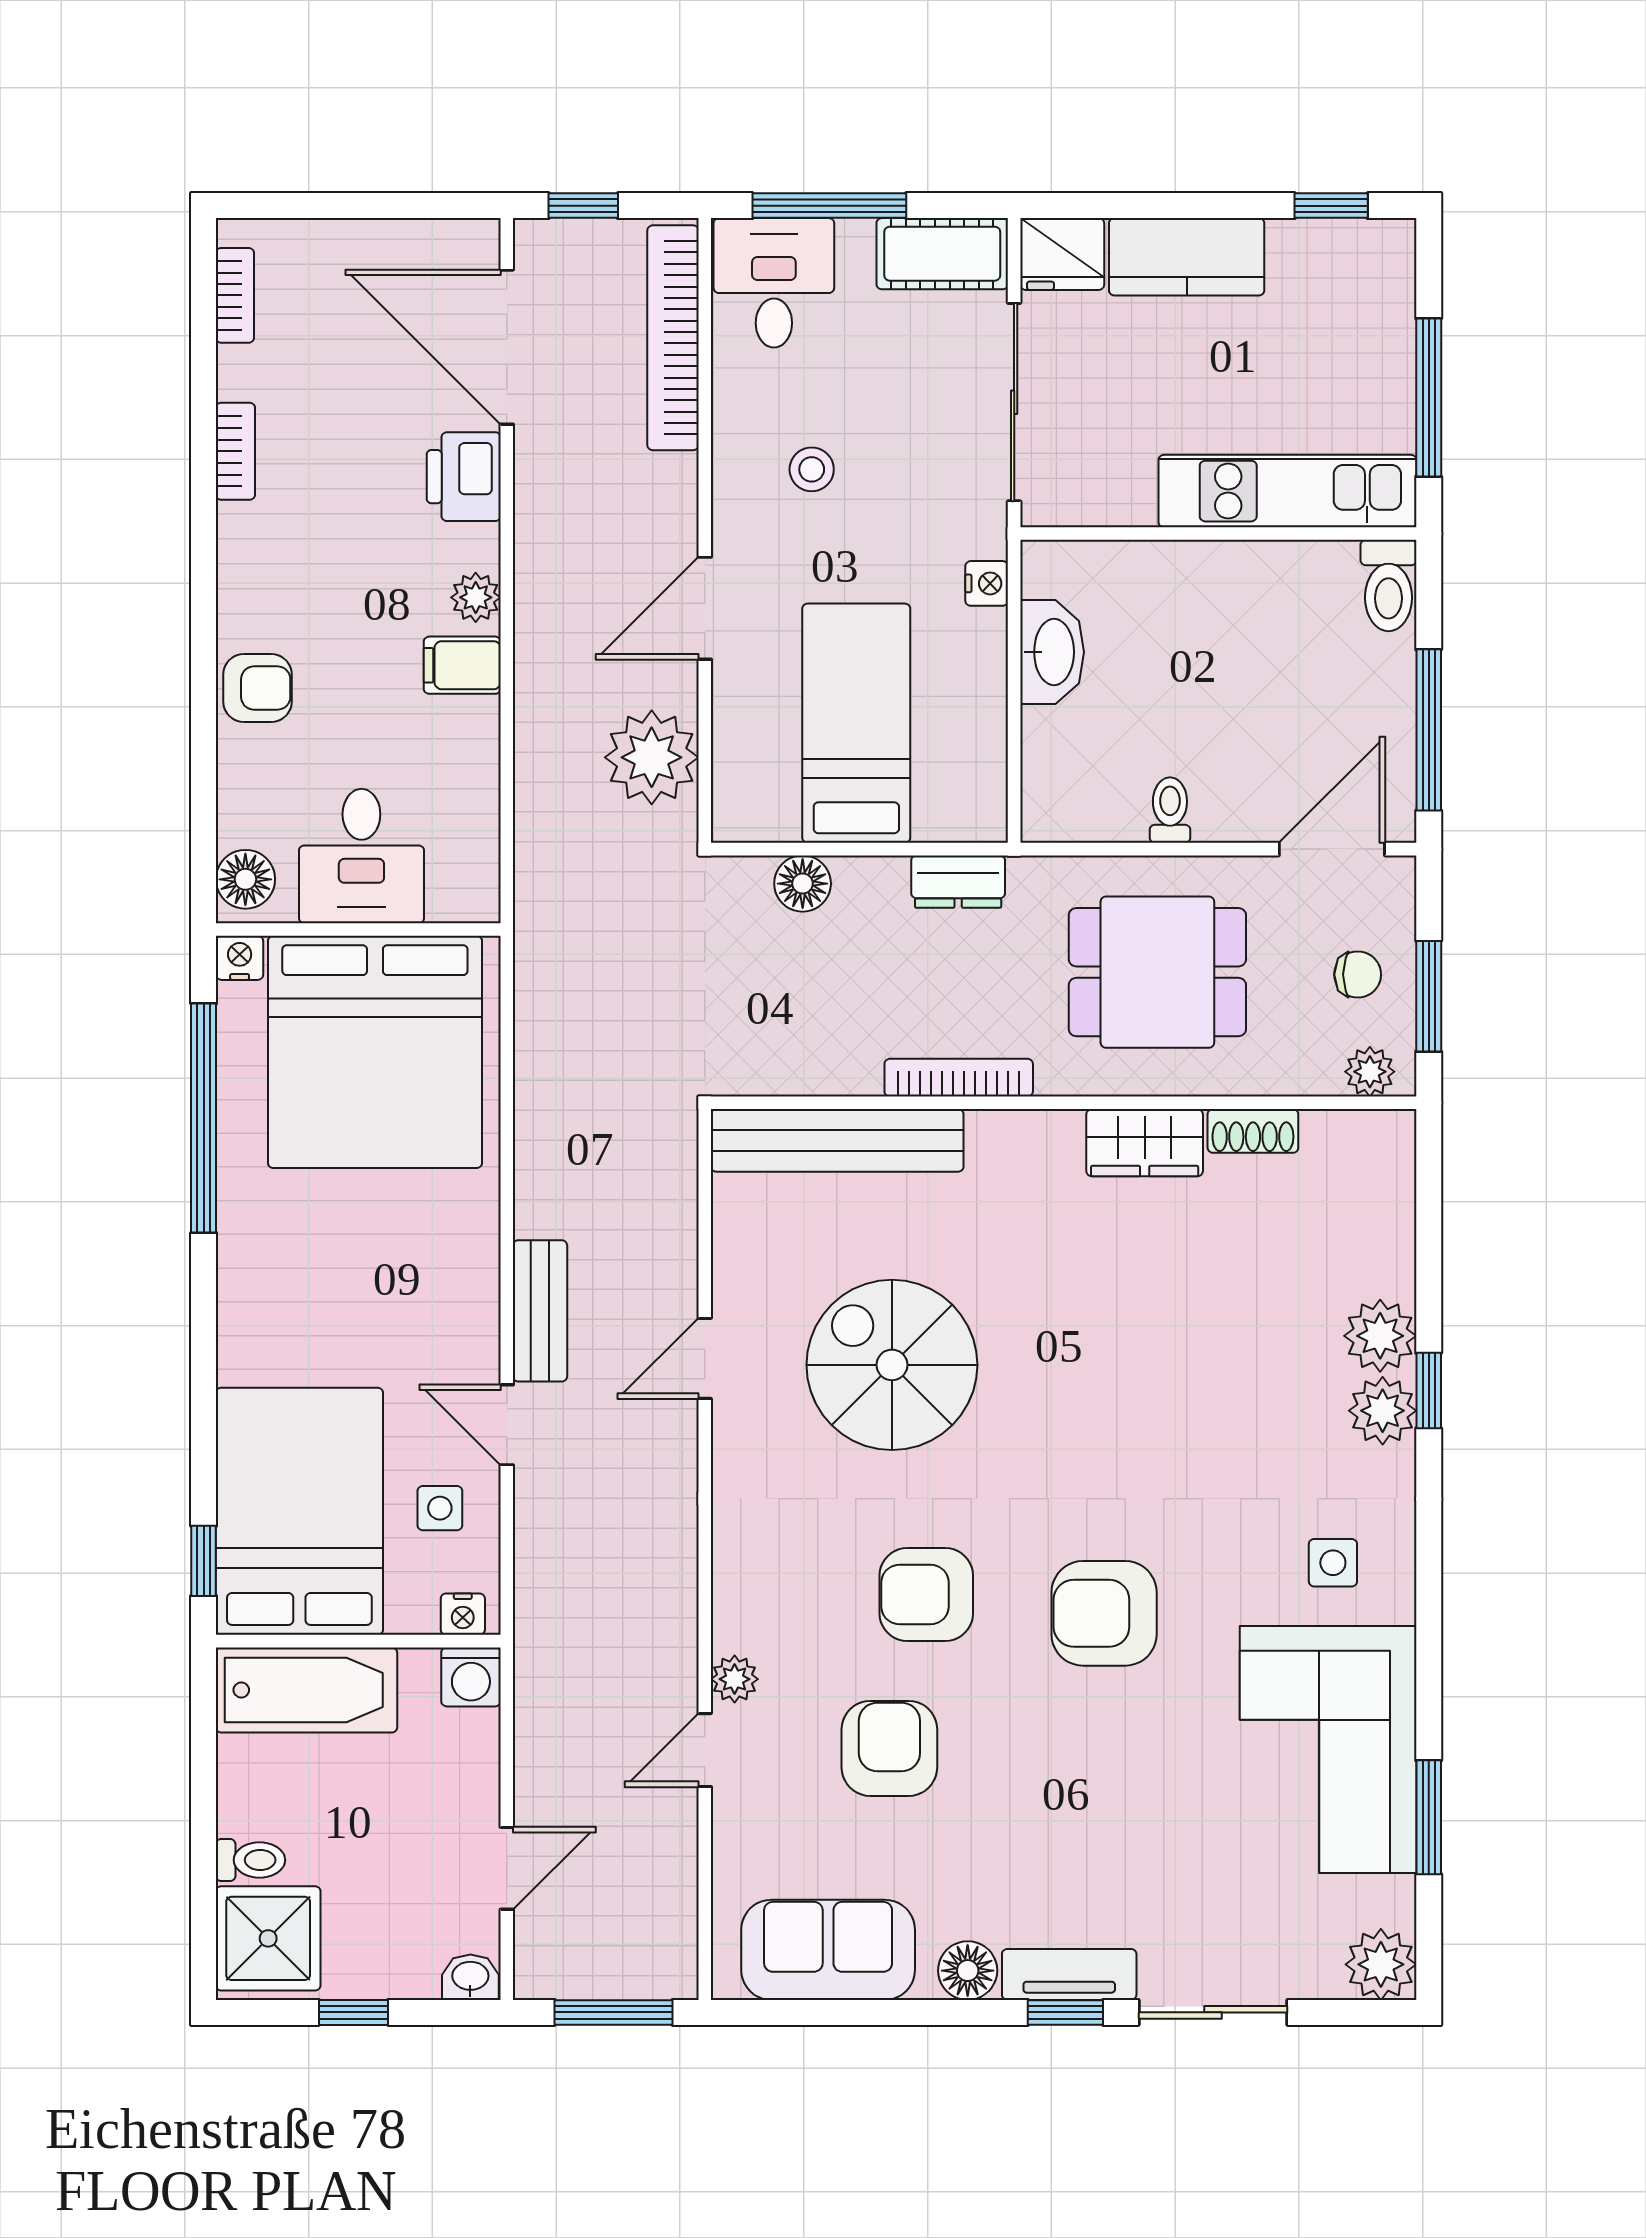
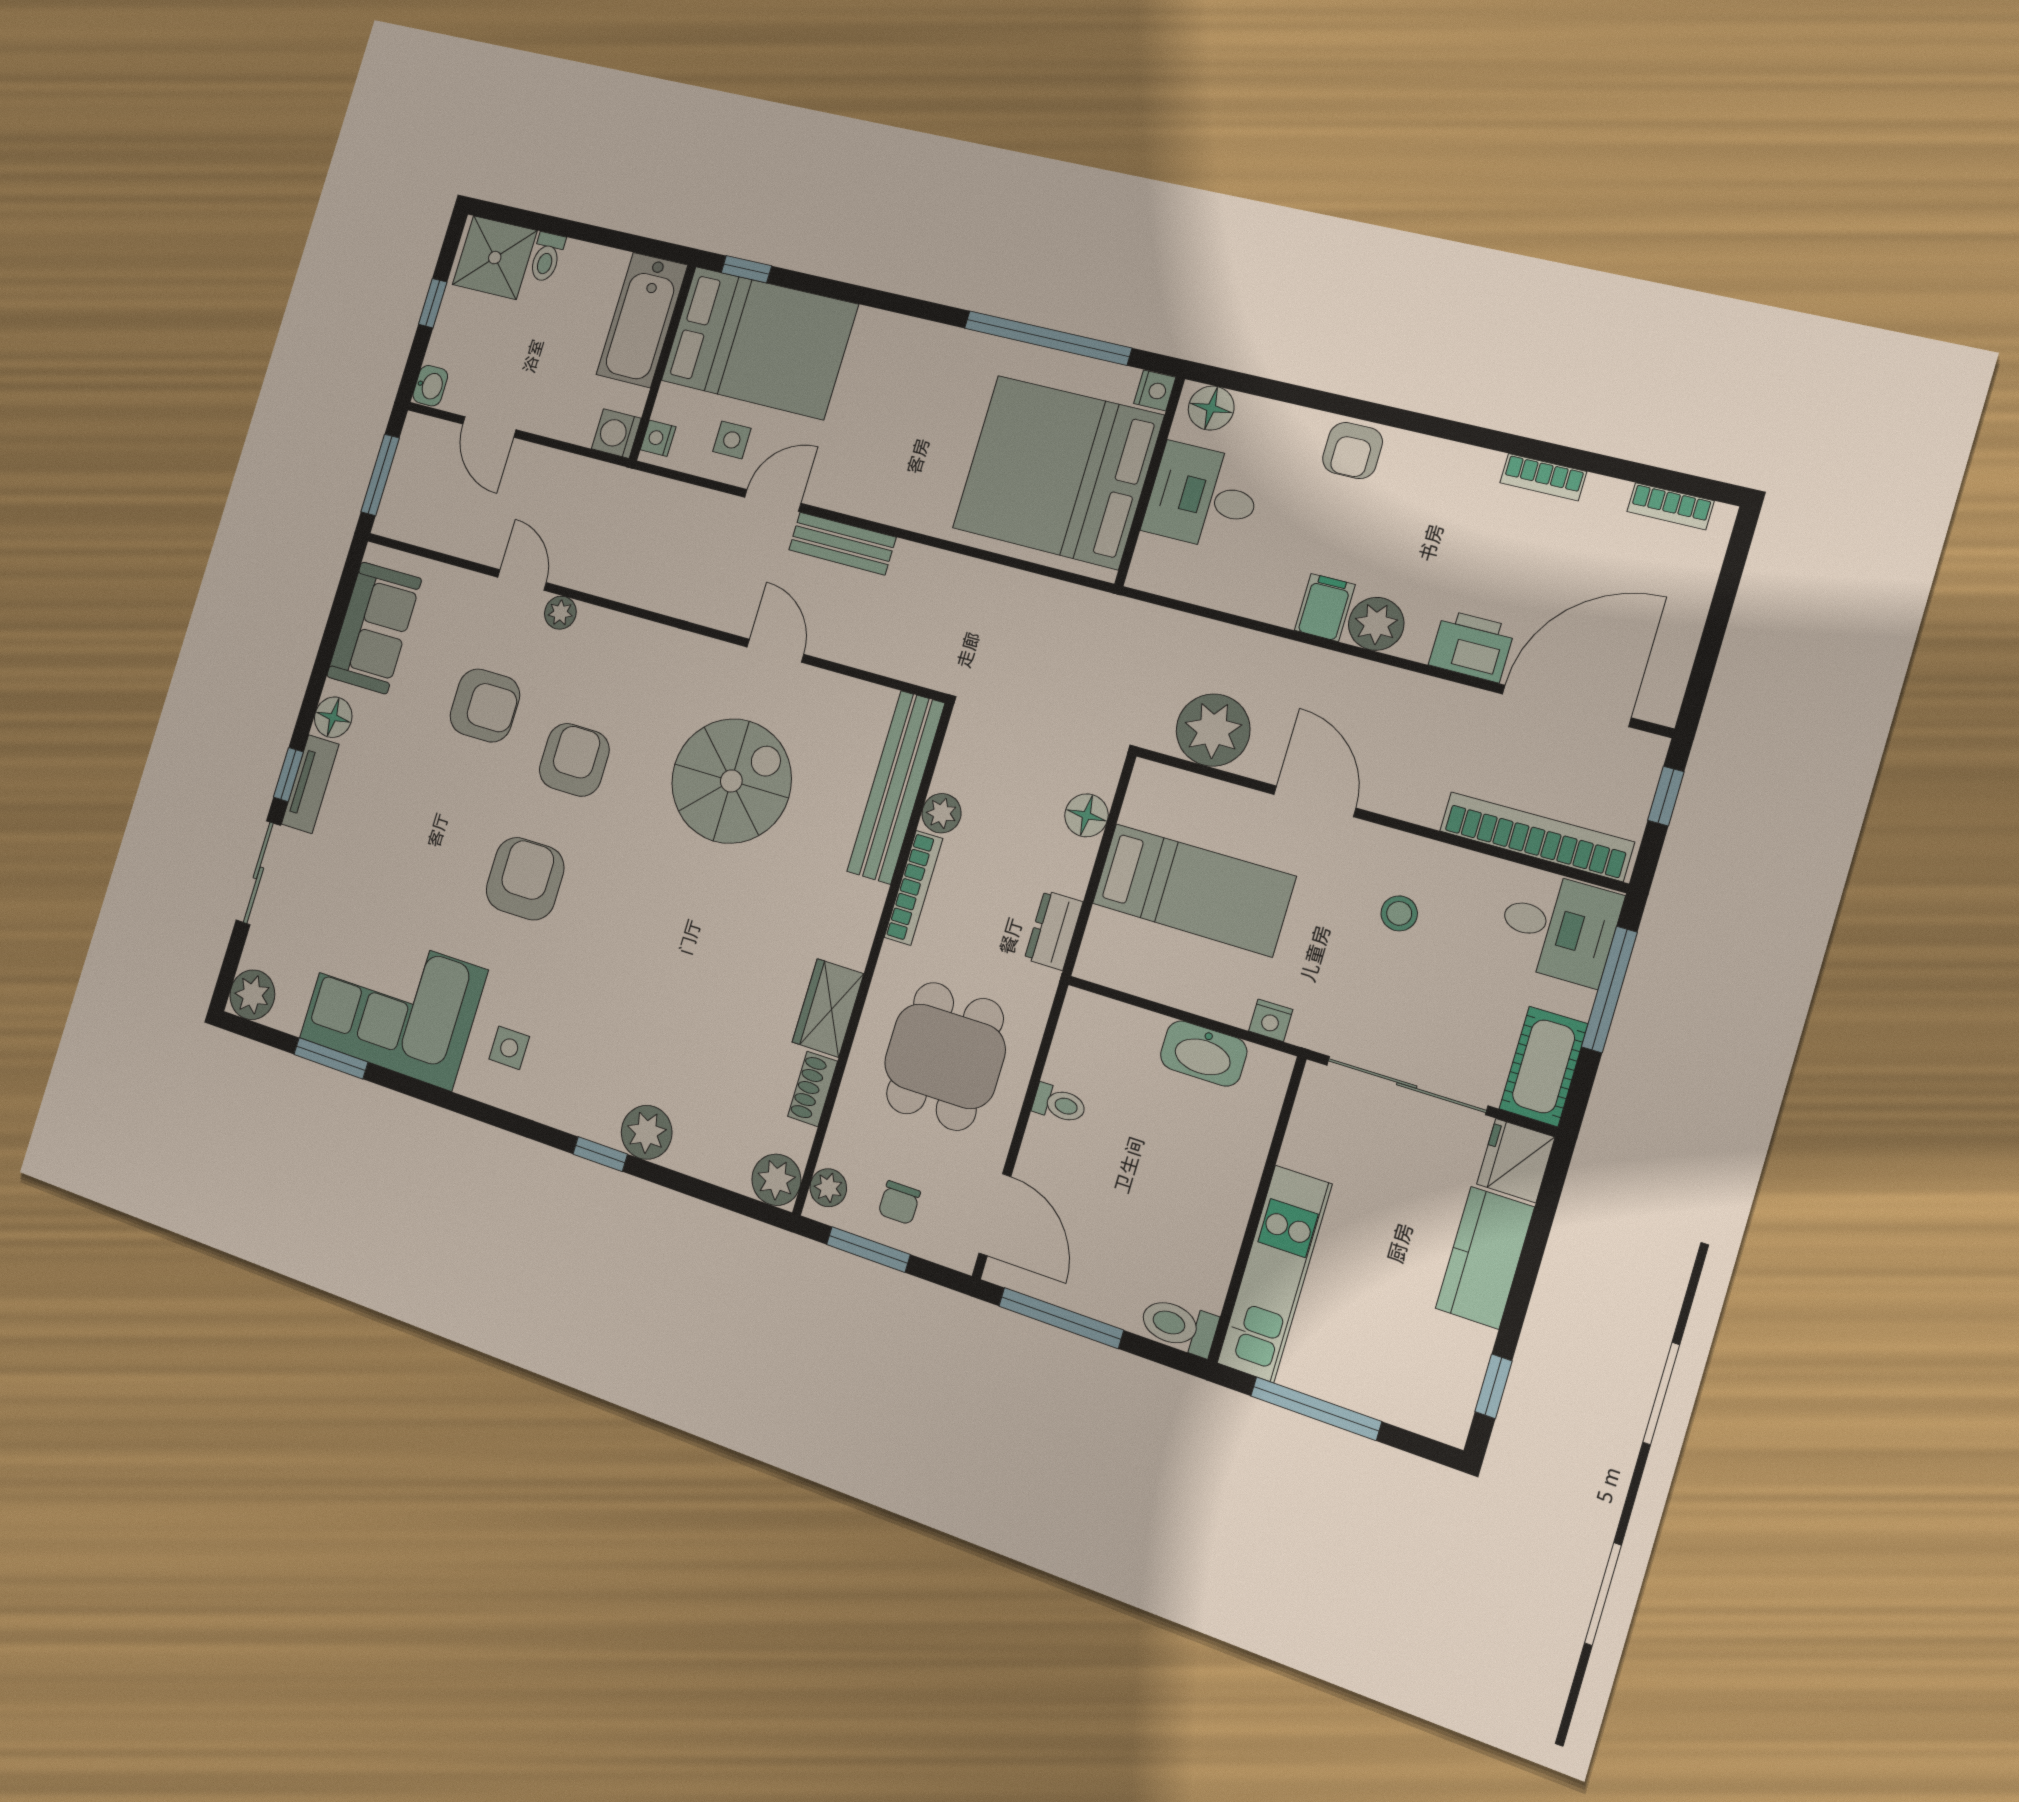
plant: (476, 597) -> (1376, 624), width x1.38, depth x1.38
plant: (853, 1070) -> (942, 813), added
plant: (1383, 1411) -> (776, 1180), moved

